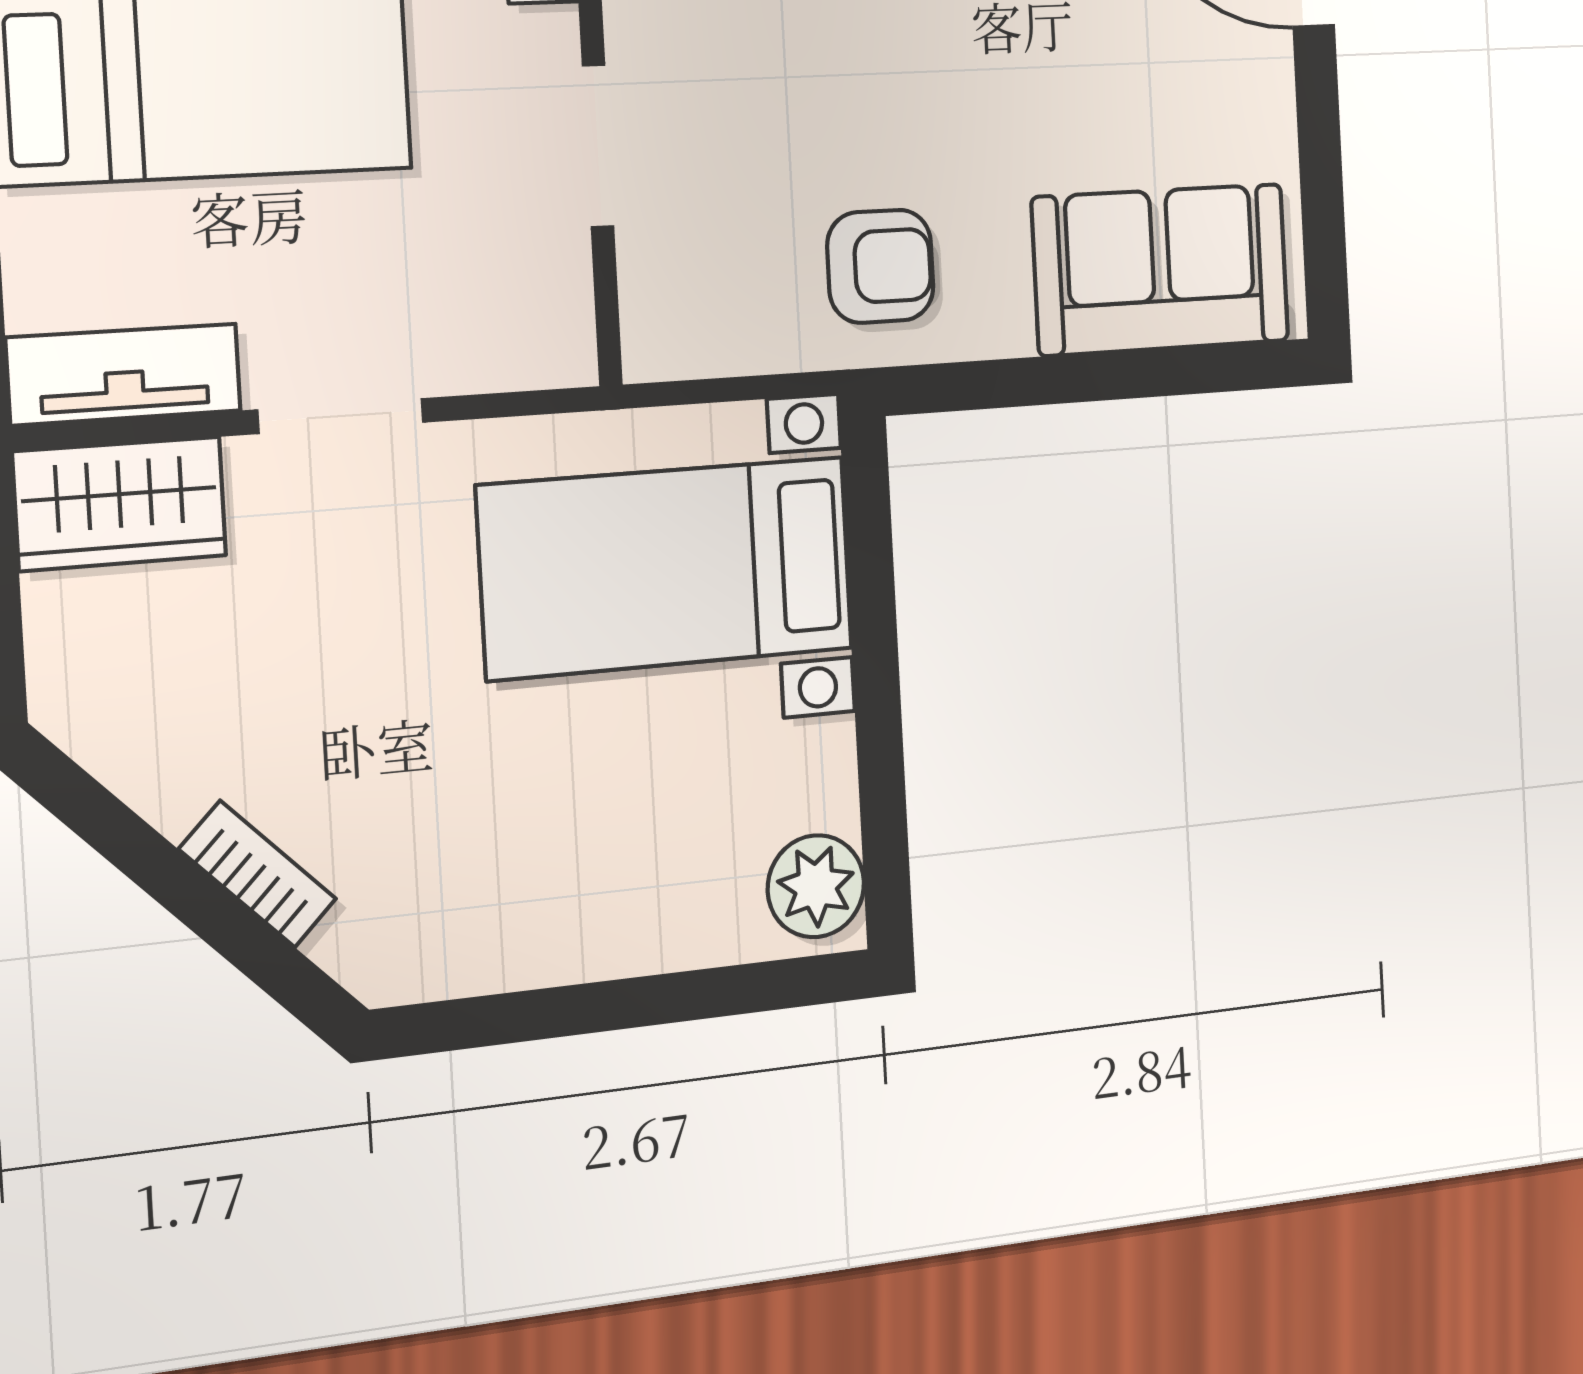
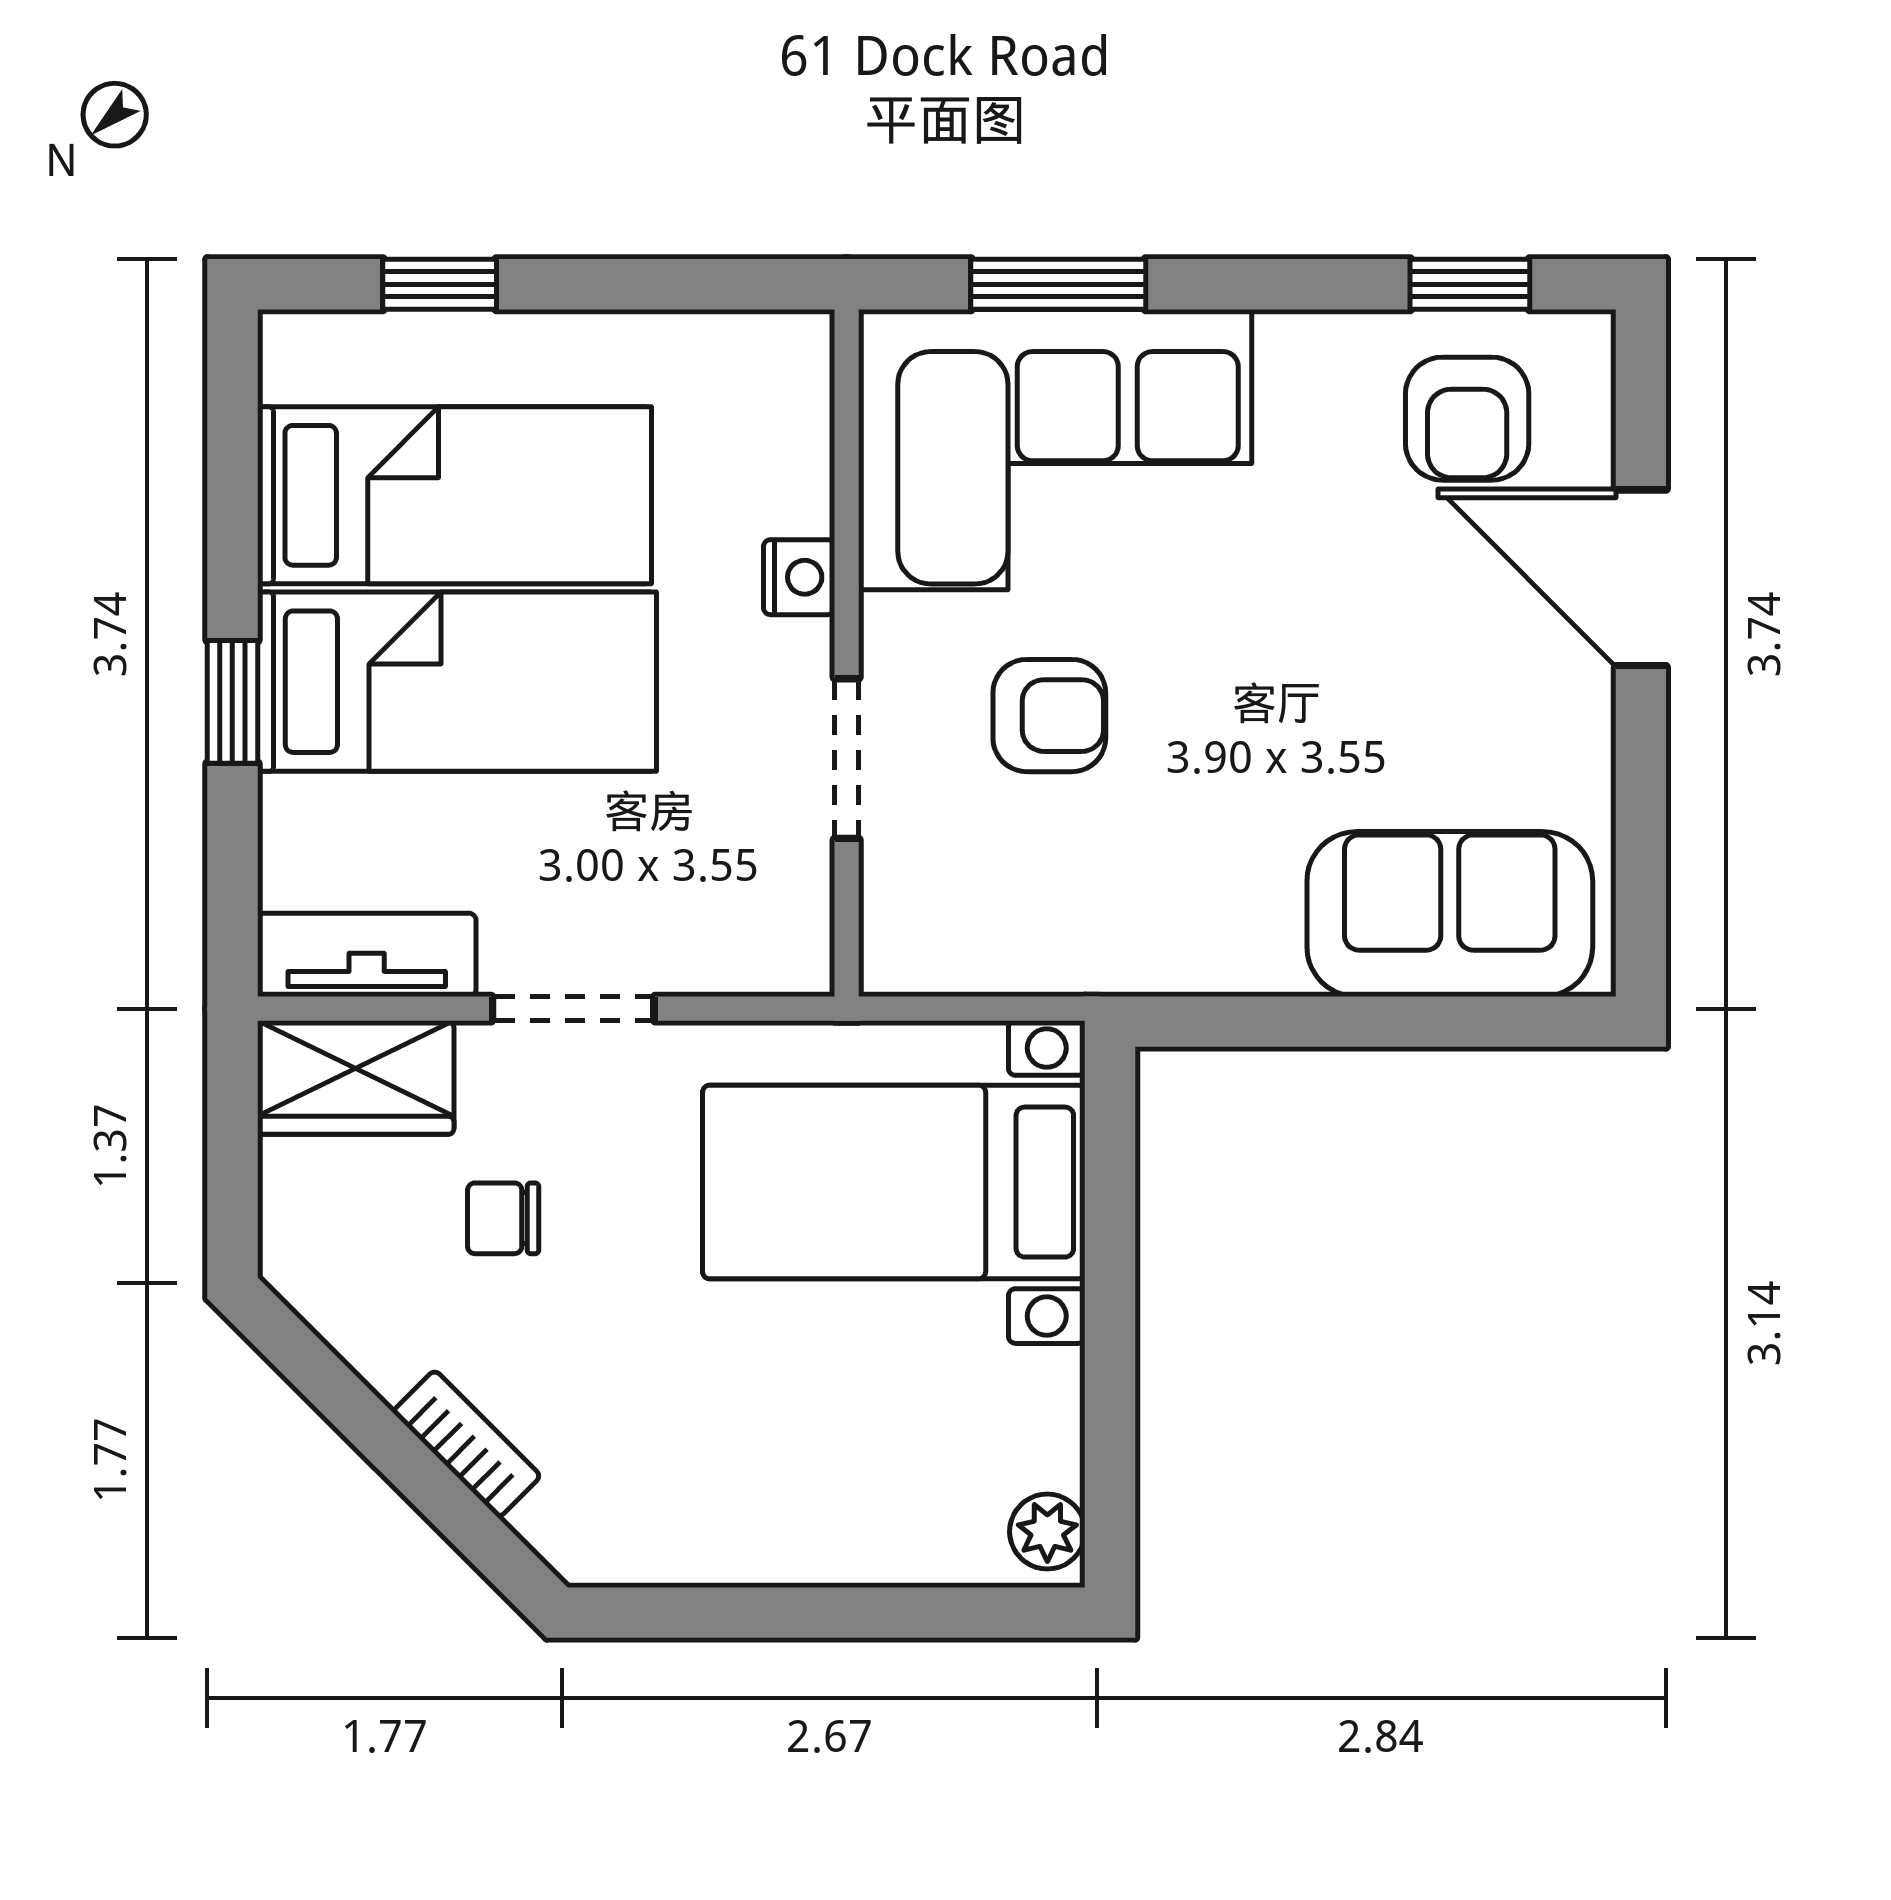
armchair: (880, 266) -> (1049, 716), moved
chair: (282, 638) -> (503, 1218), added
plant: (816, 886) -> (1047, 1532), width x0.73, depth x0.73

